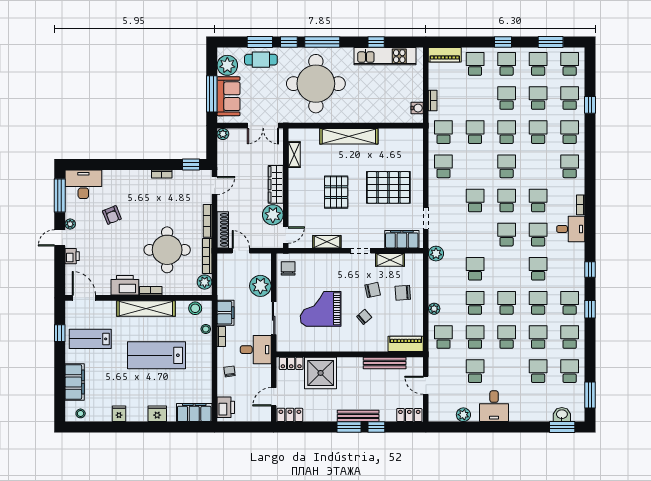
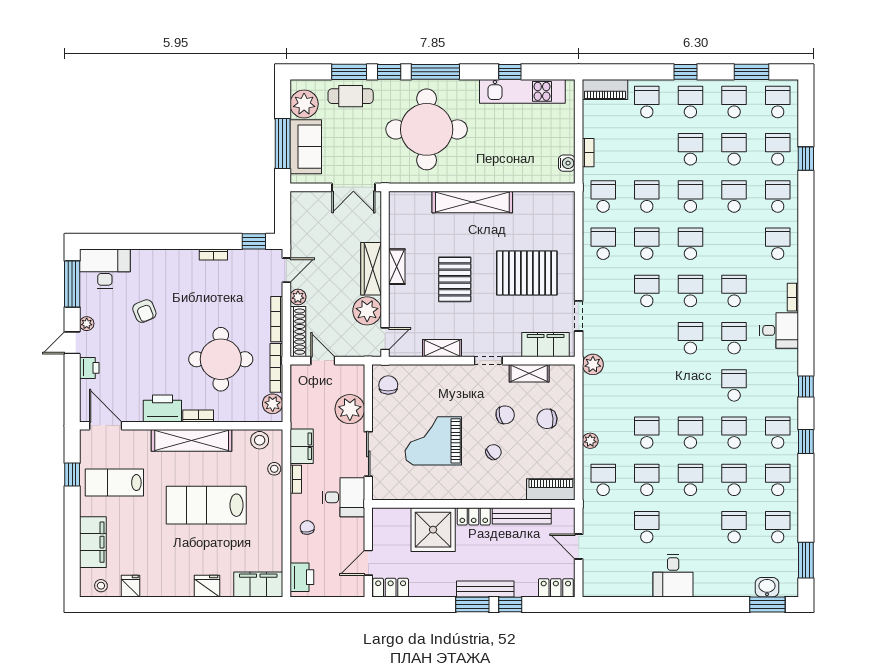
plant: (223, 134) -> (298, 297), moved
shelving: (294, 155) -> (397, 267), moved
school desk: (475, 269) -> (647, 244), moved
locker: (291, 363) -> (474, 516), moved
fridge: (119, 414) -> (131, 586), moved
plant: (463, 415) -> (631, 587), removed

